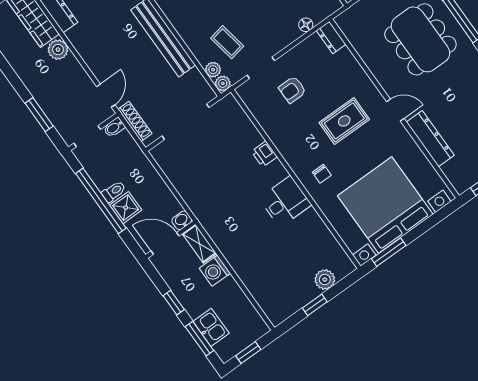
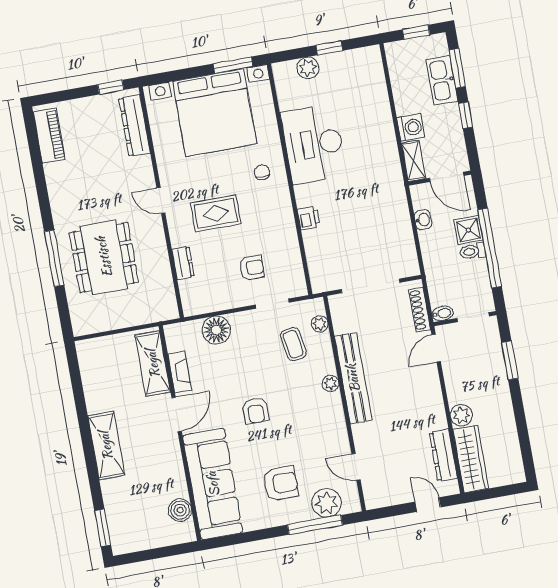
floor lamp: (306, 25) -> (216, 330), width x1.89, depth x1.89
dresser: (331, 37) -> (183, 263), moved
plant: (223, 83) -> (330, 383), moved
dresser: (430, 139) -> (135, 126), moved
desk: (285, 202) -> (314, 144), width x1.87, depth x1.30
washbasin: (182, 220) -> (423, 220), moved, turned -90
kitchen sink: (211, 327) -> (442, 80), width x1.38

